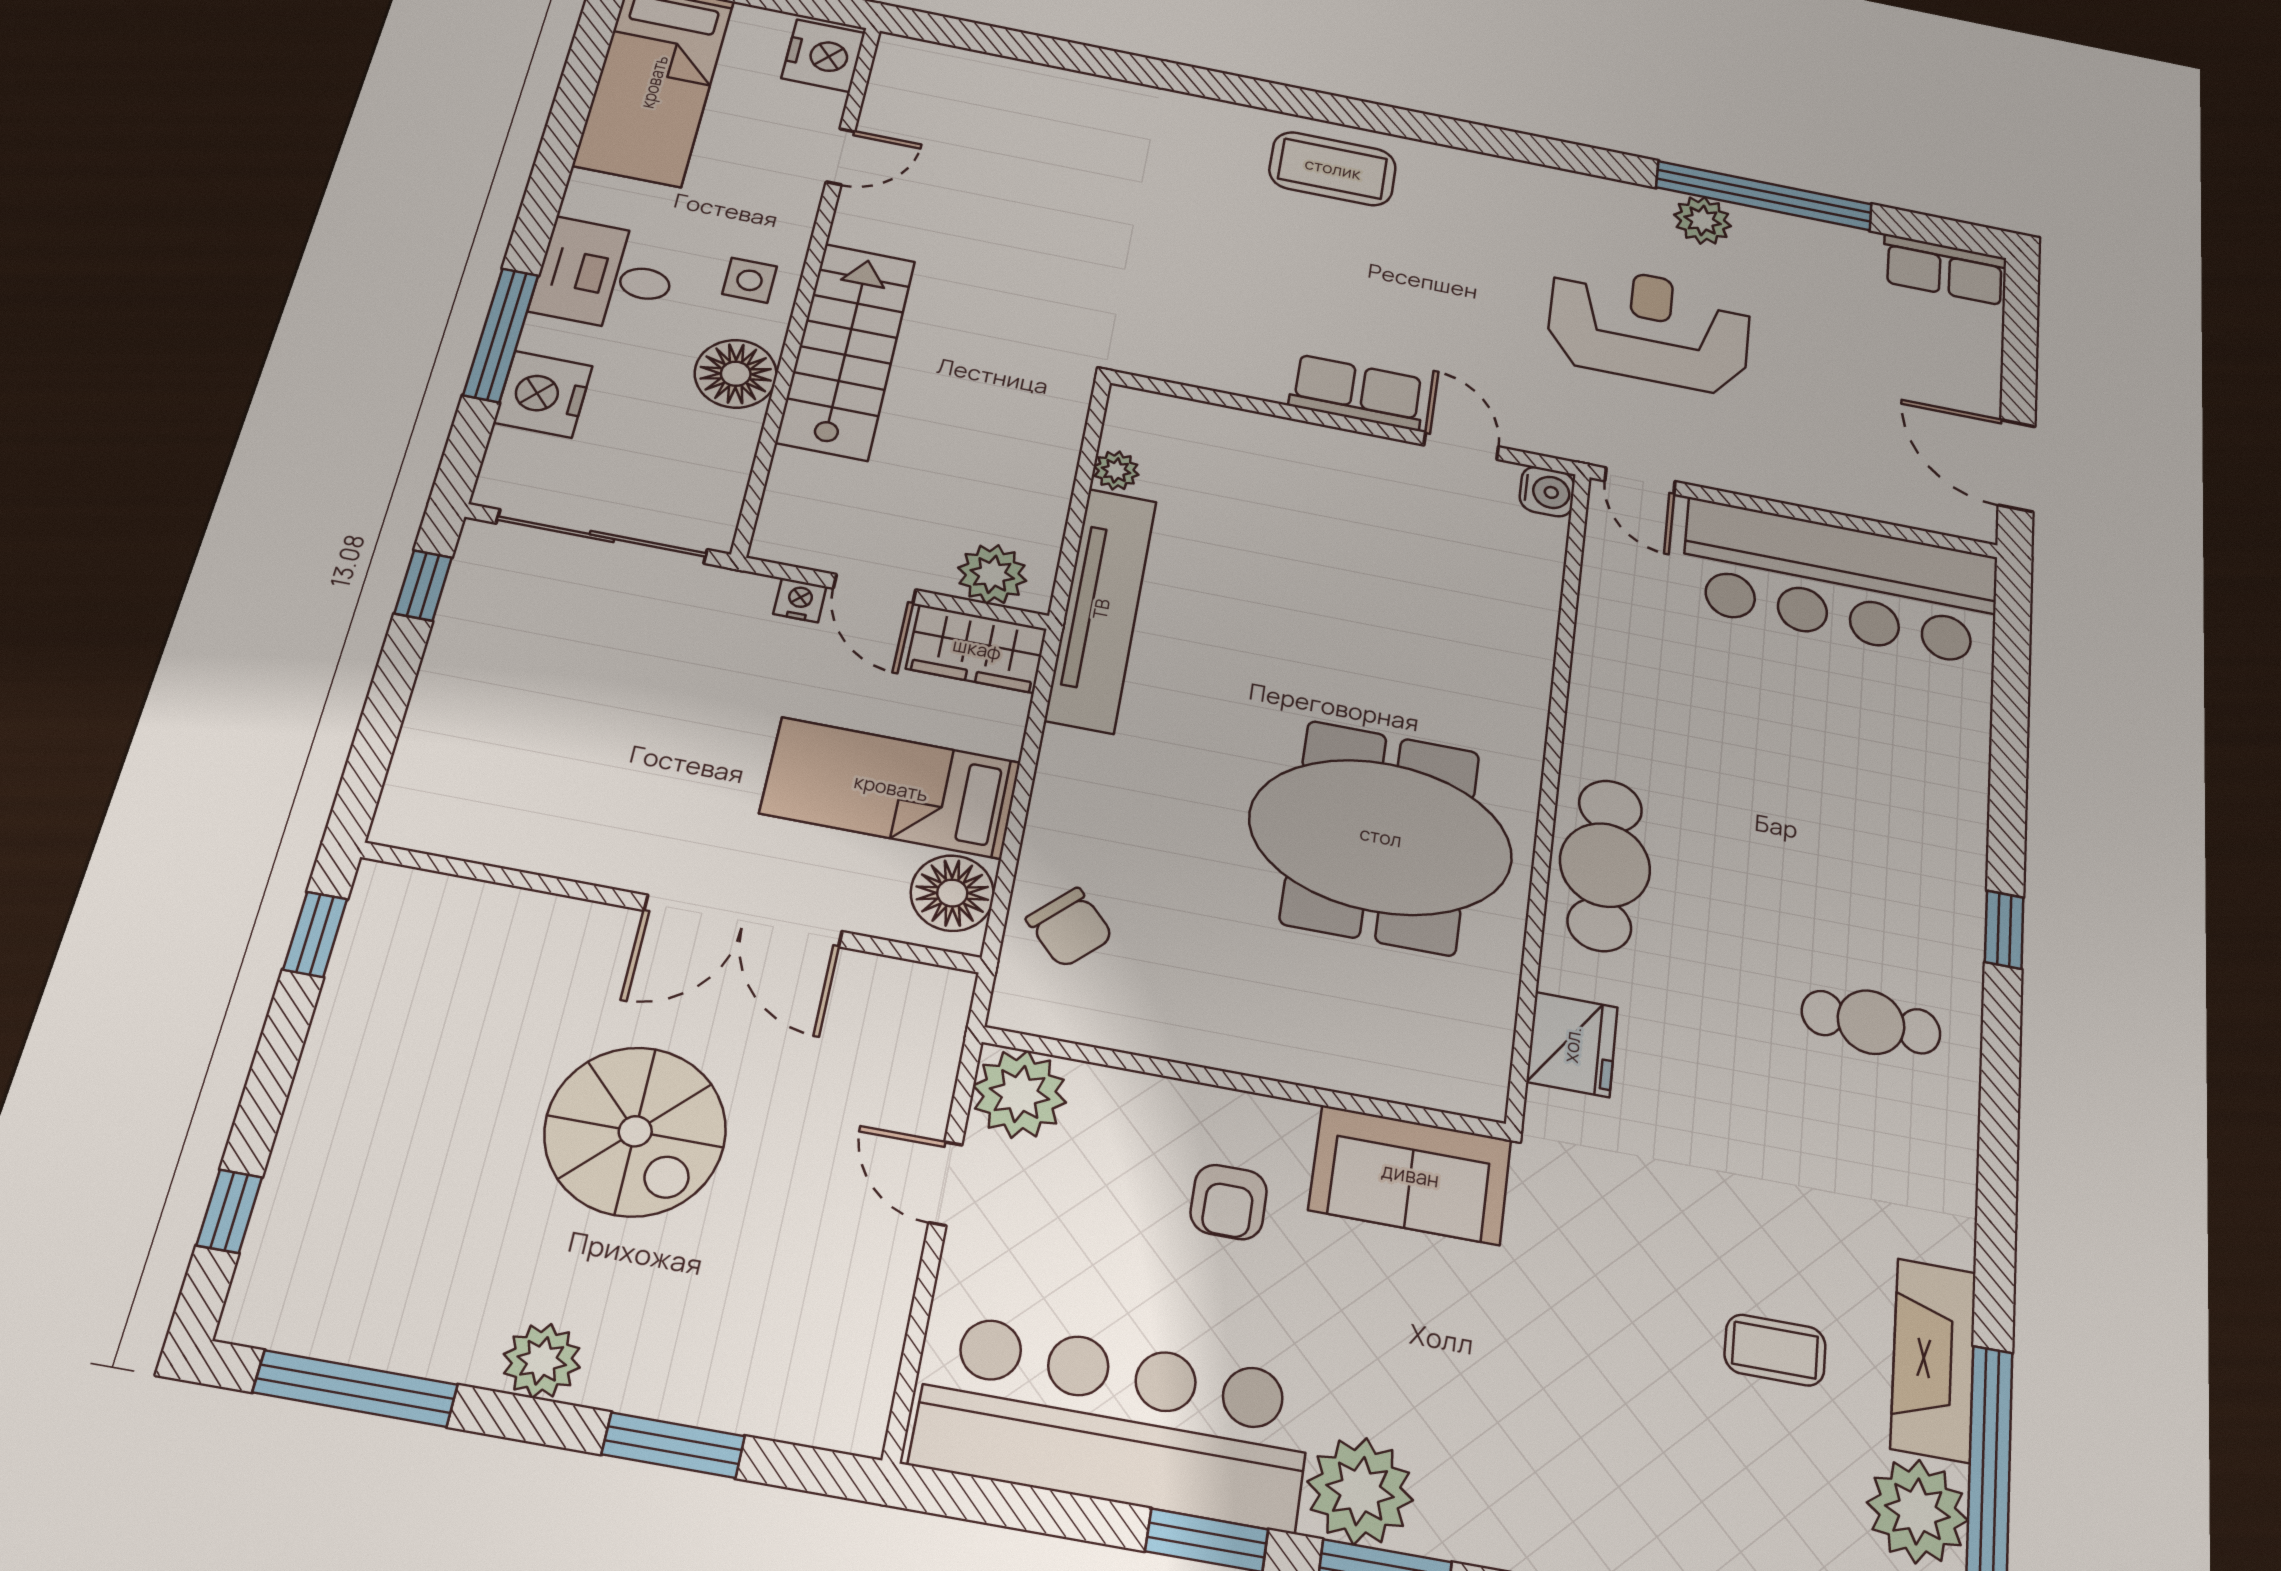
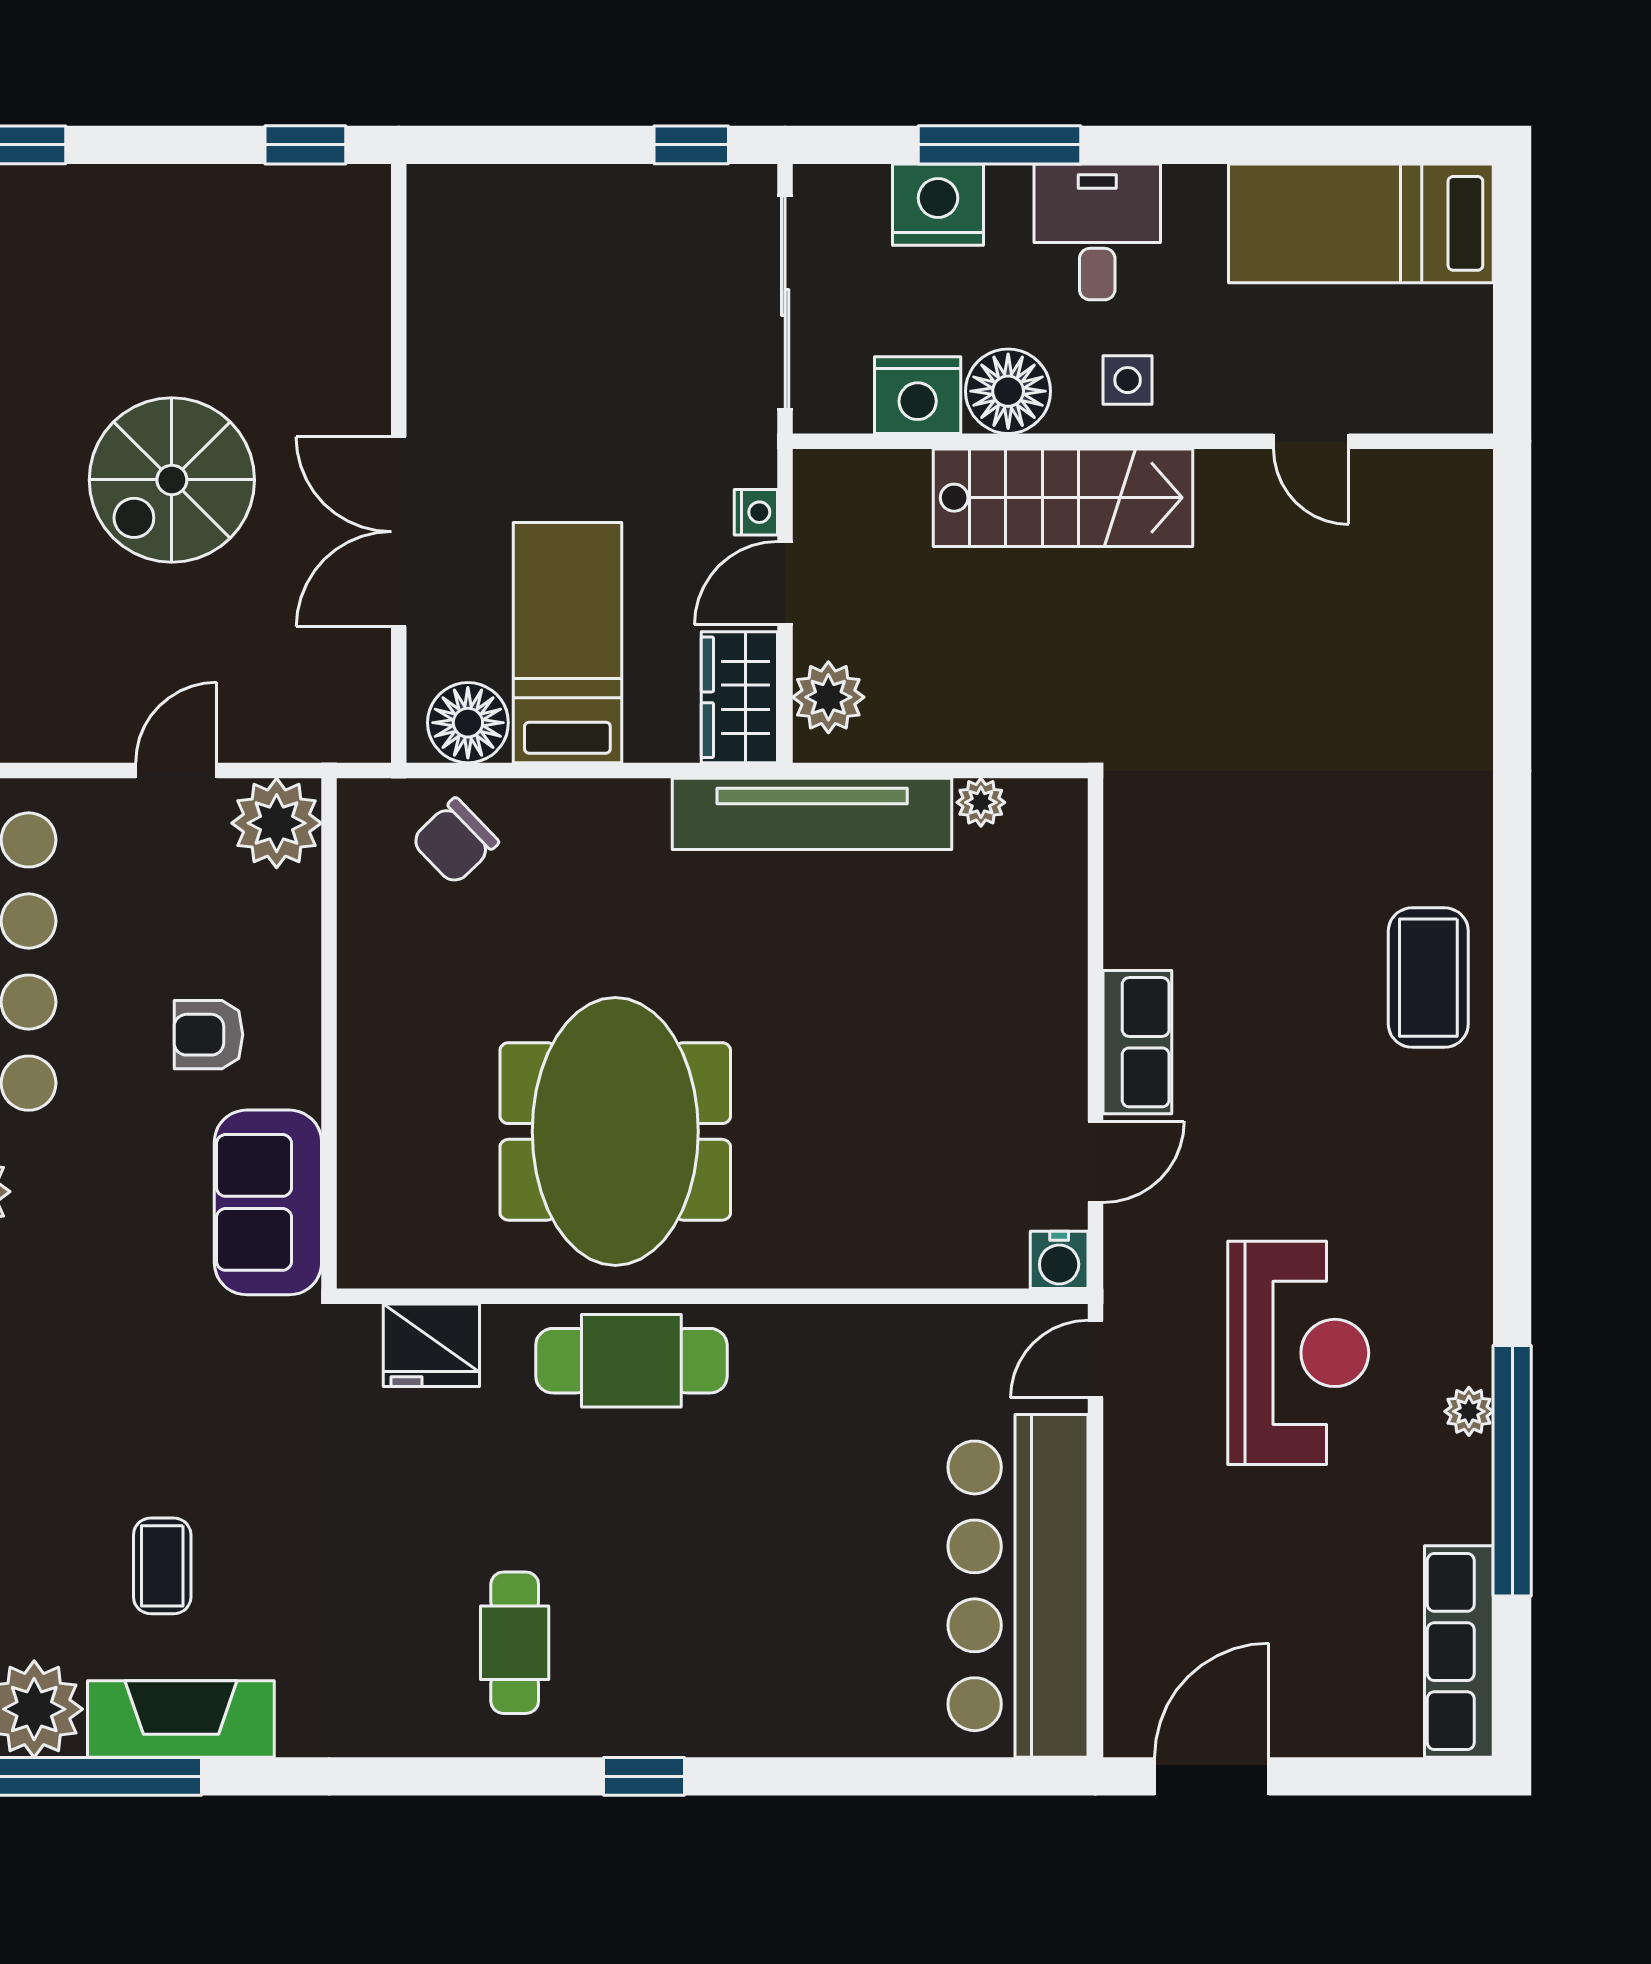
nightstand: (823, 56) -> (918, 395), moved
plant: (1702, 220) -> (1469, 1411), width x0.73, depth x0.73
row of seats: (1945, 270) -> (1459, 1652), width x1.48

